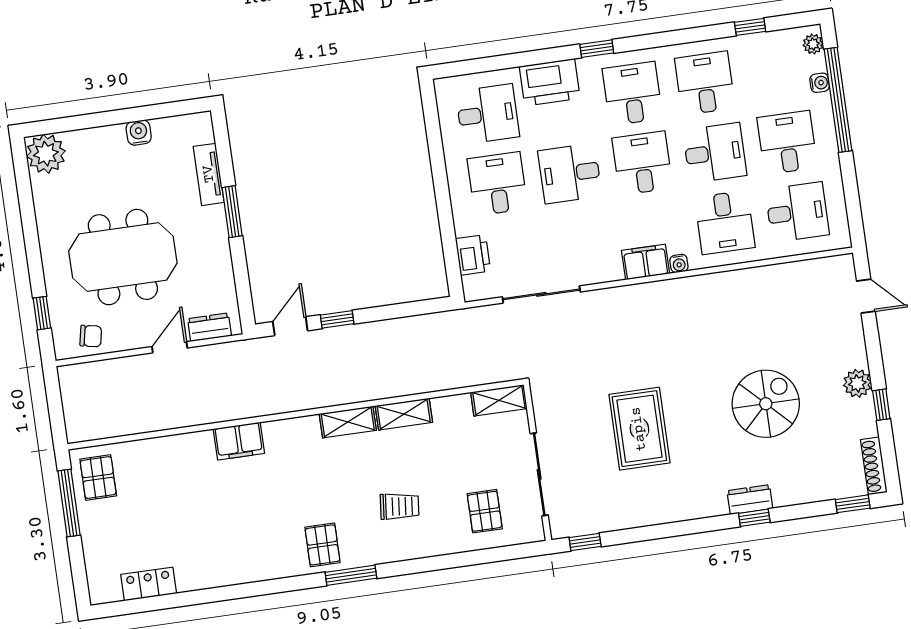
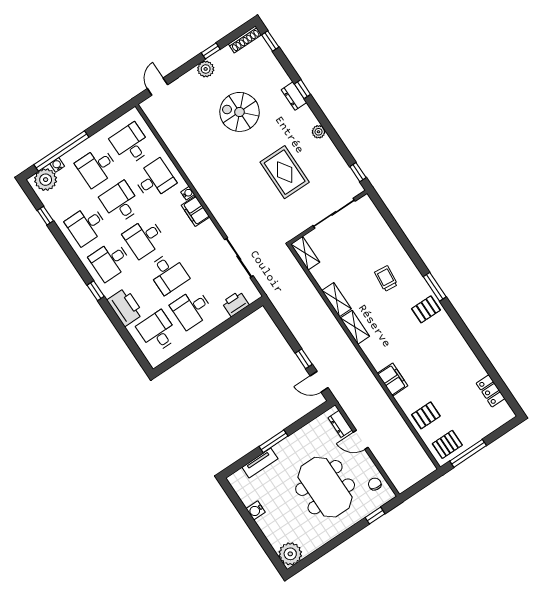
plant: (813, 44) -> (46, 180), width x1.87, depth x1.87
rug: (639, 429) -> (285, 172), turned 90
pallet: (485, 511) -> (426, 415), moved
plant: (676, 511) -> (319, 132), added

